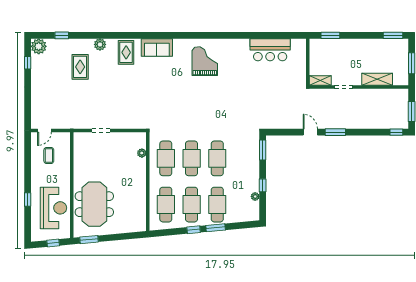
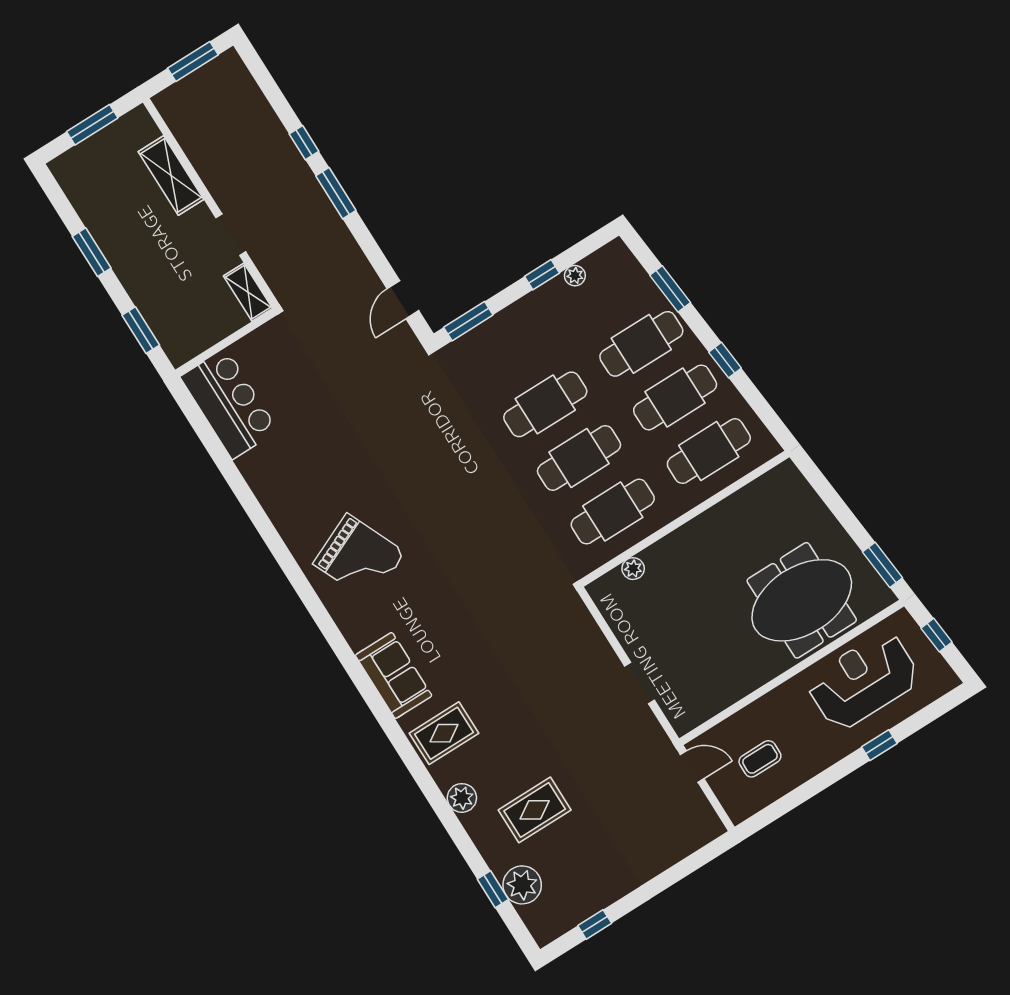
window: (393, 35) -> (92, 252), moved
plant: (39, 46) -> (522, 885), moved
bar counter: (270, 50) -> (229, 404), moved
grand piano: (205, 61) -> (359, 558), turned -114
door: (44, 130) -> (692, 767), moved
door: (310, 132) -> (403, 300), moved
window: (396, 132) -> (304, 143), moved
window: (216, 228) -> (670, 289), moved

